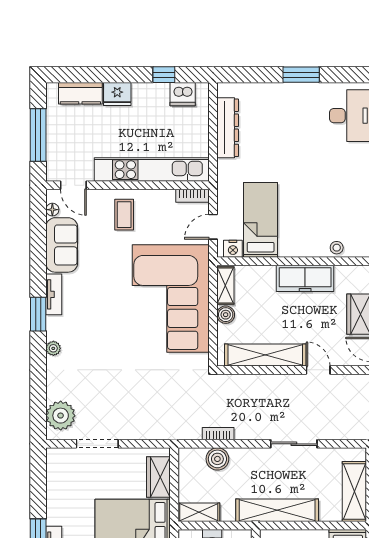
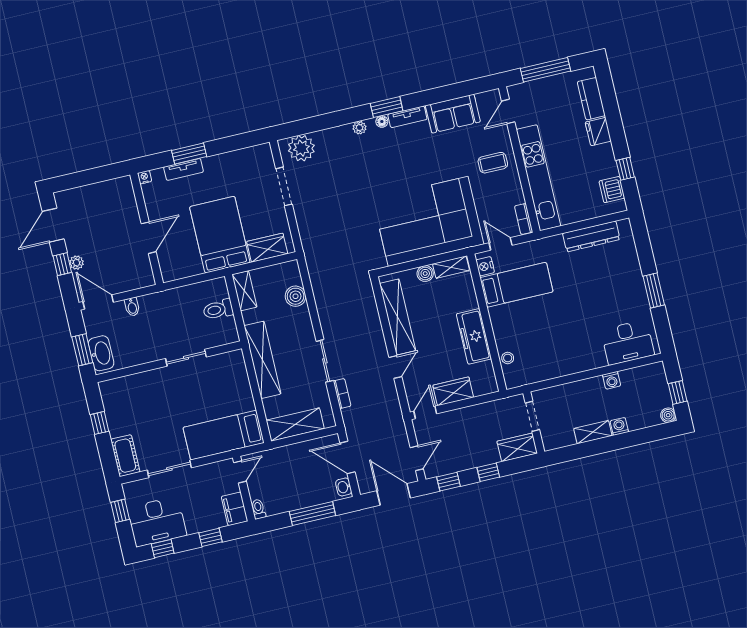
floor lamp: (52, 210) -> (382, 122), moved
bookcase: (218, 434) -> (342, 394), moved

